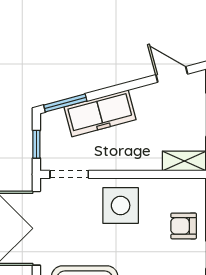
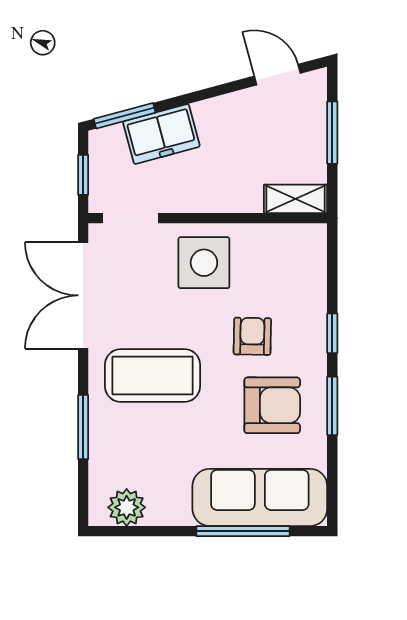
freezer: (100, 113) -> (161, 134), width x0.71
armchair: (184, 226) -> (252, 336), moved, turned 91

